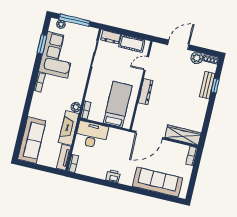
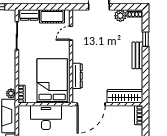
bench: (207, 85) -> (137, 55), moved
dresser: (146, 92) -> (77, 76), moved
bed: (118, 104) -> (52, 81), width x1.50
desk: (92, 135) -> (46, 117), moved

